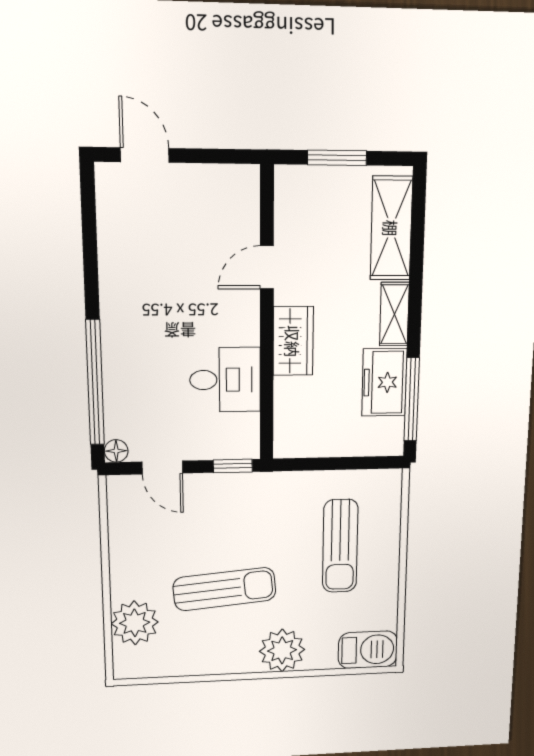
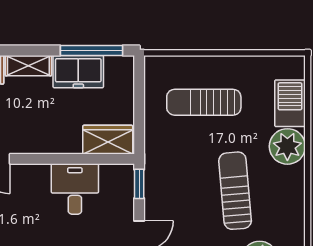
wardrobe: (293, 341) -> (108, 140), moved
sun lounger: (340, 546) -> (204, 102), turned 180
barbecue: (368, 650) -> (290, 103), moved

